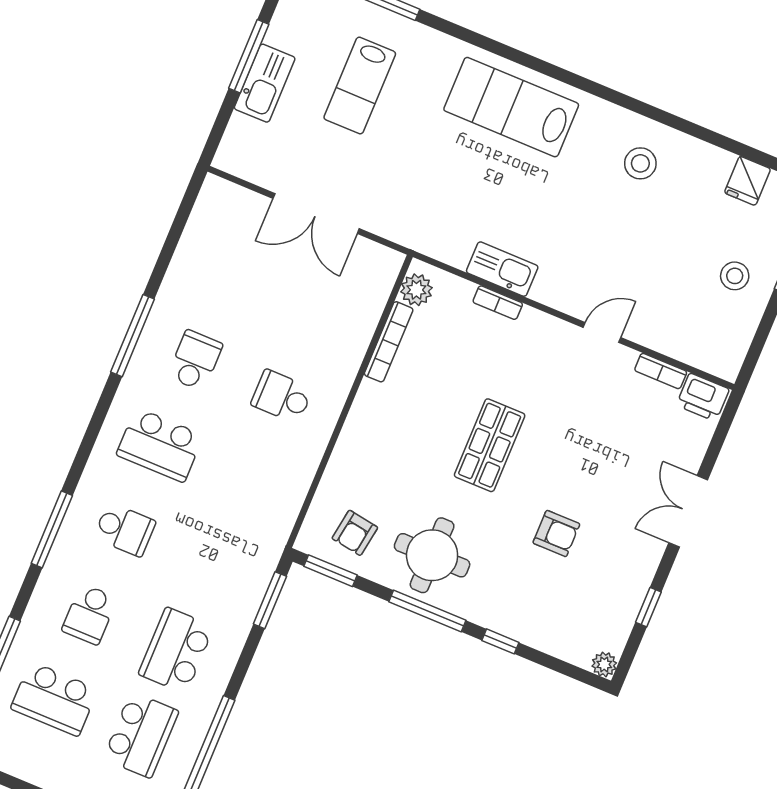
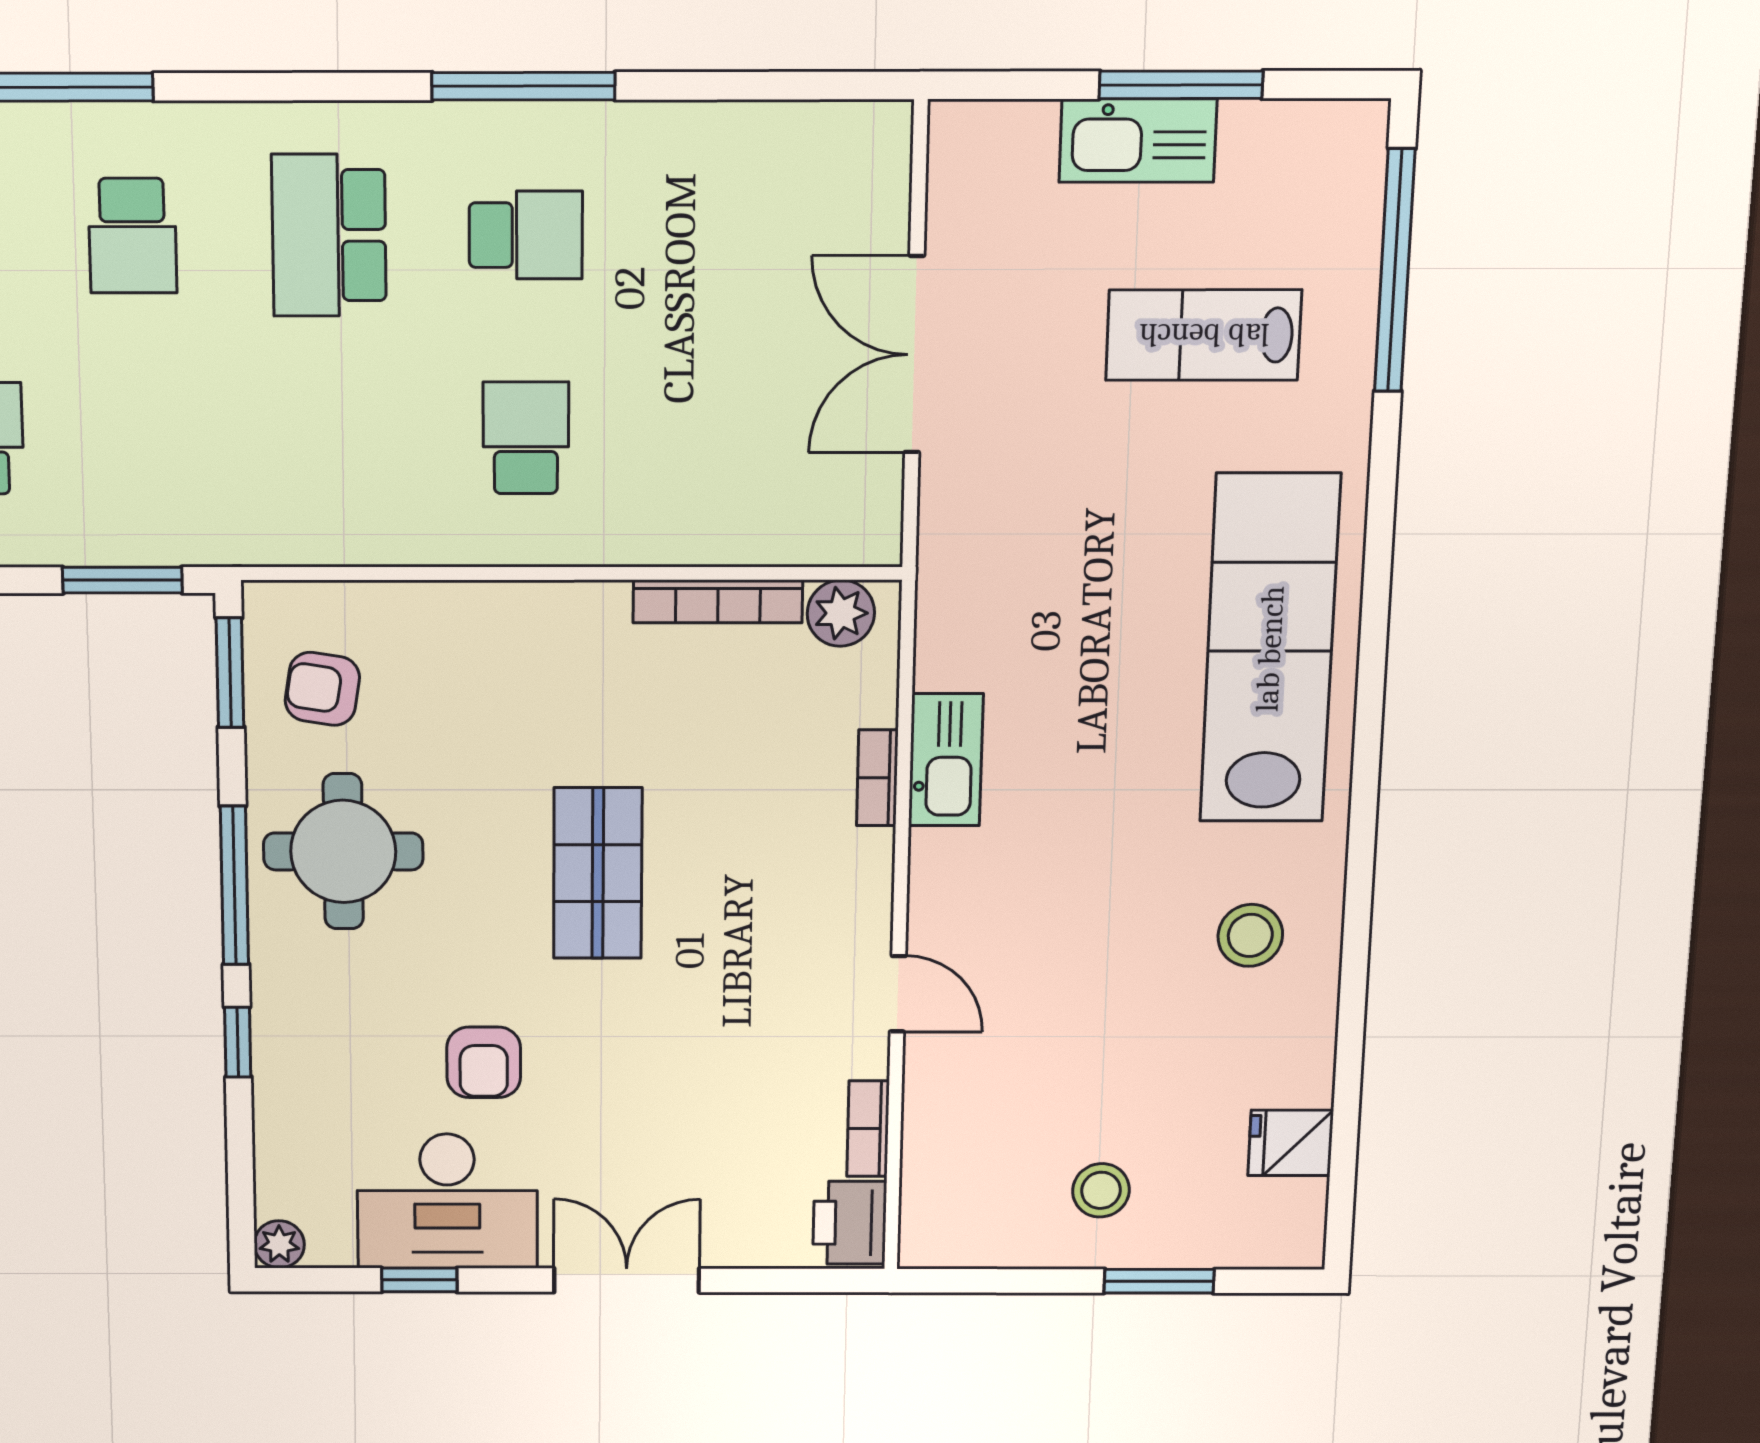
lab bench: (511, 107) -> (1270, 649), width x1.36
shop shelf: (490, 445) -> (598, 873), turned 90
desk: (616, 578) -> (447, 1201), added

